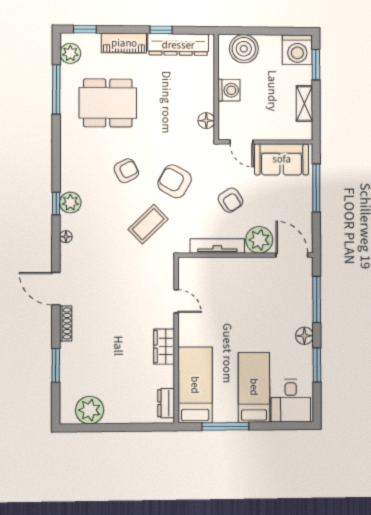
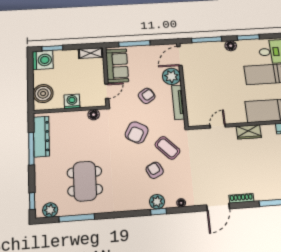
window: (161, 30) -> (31, 148), width x2.17
piano: (124, 43) -> (42, 173), removed
shelving: (304, 104) -> (91, 53), moved
armchair: (126, 171) -> (155, 170), moved

